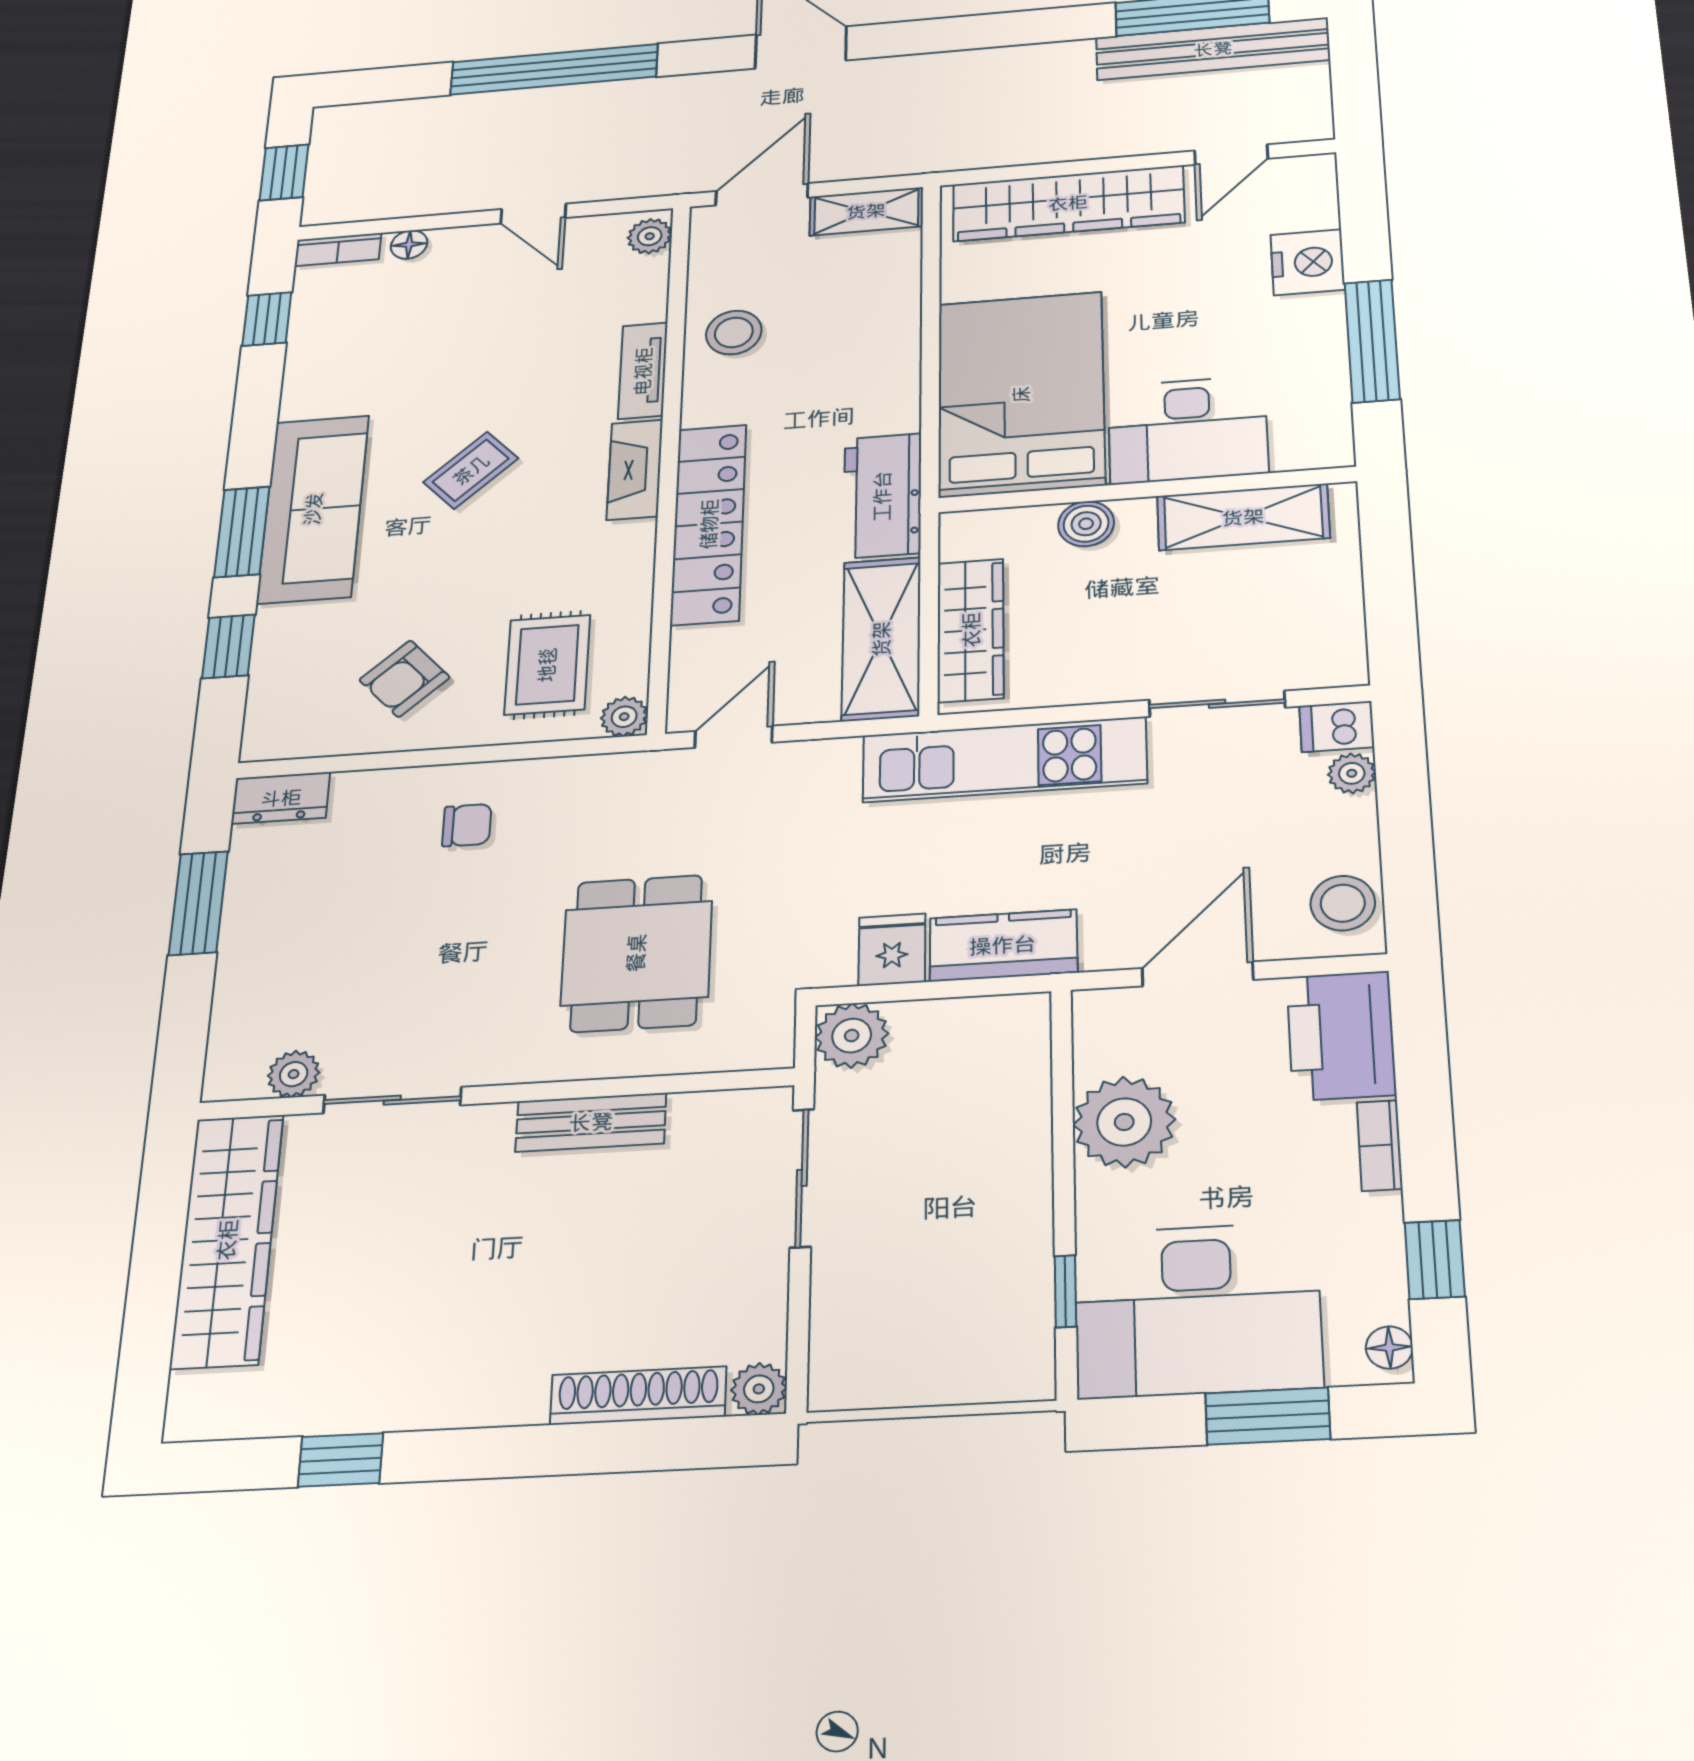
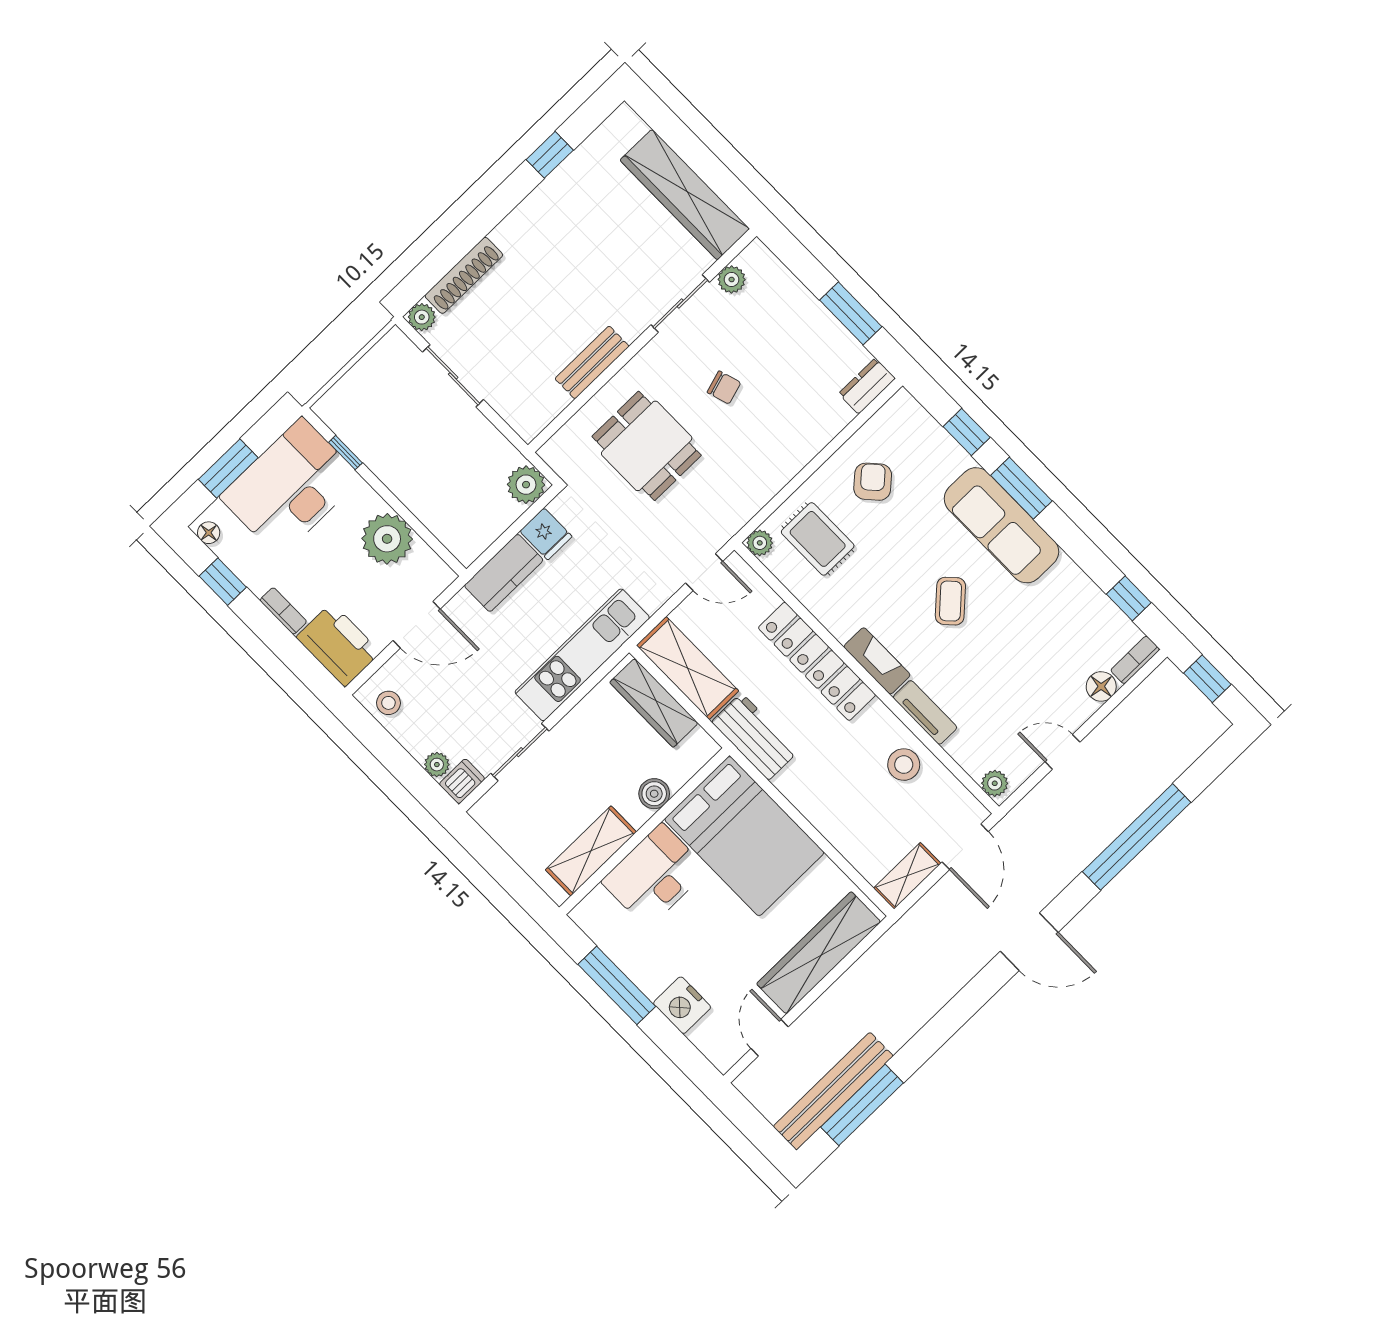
floor lamp: (409, 245) -> (1101, 686), width x1.37, depth x1.37
door: (734, 737) -> (704, 572), hinge flipped
chair: (467, 825) -> (724, 387), moved, turned -107
stool: (1343, 903) -> (388, 703), width x0.73, depth x0.73
door: (1198, 974) -> (417, 625), hinge flipped
sliding door: (802, 1178) -> (453, 376), moved

